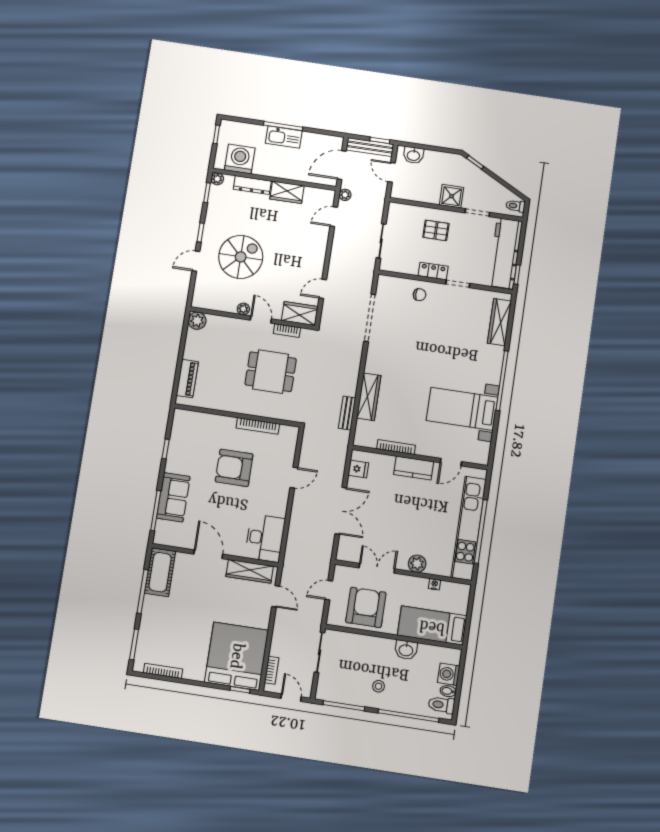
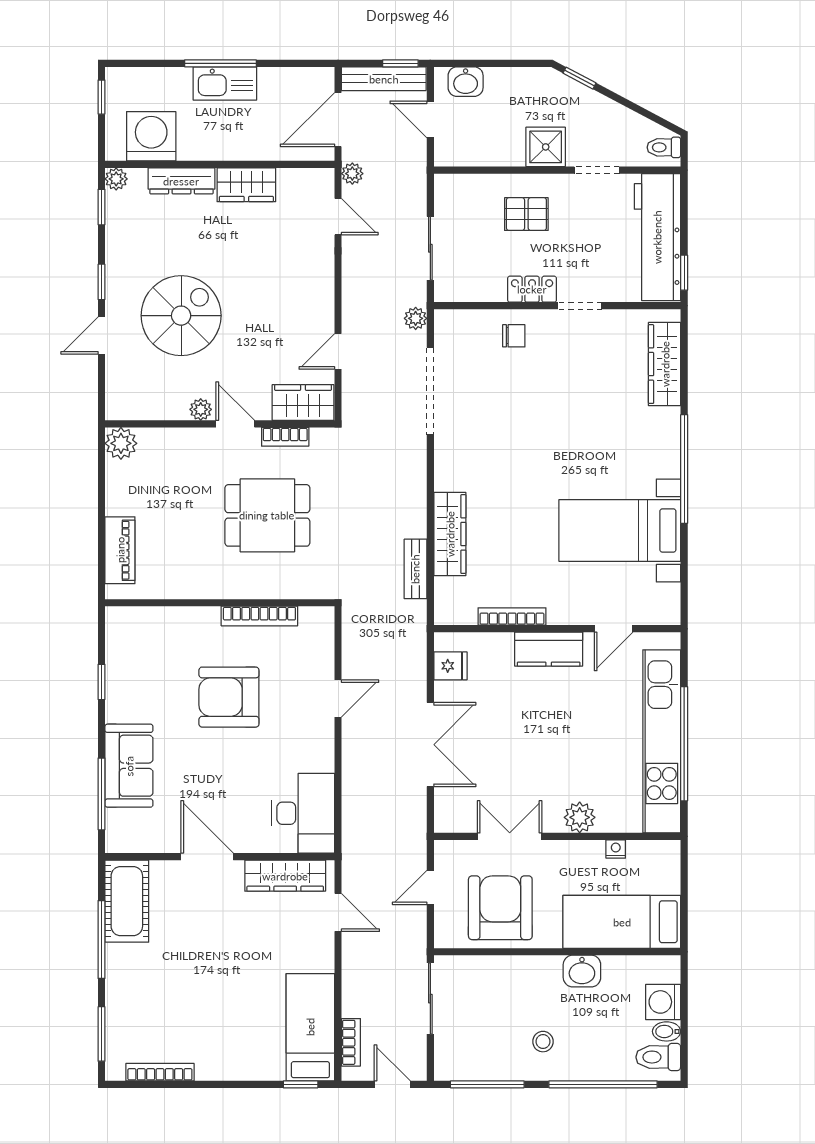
door: (334, 217) -> (338, 217), swing flipped
plant: (368, 277) -> (416, 318), added
bed: (236, 656) -> (310, 1027), width x0.49

